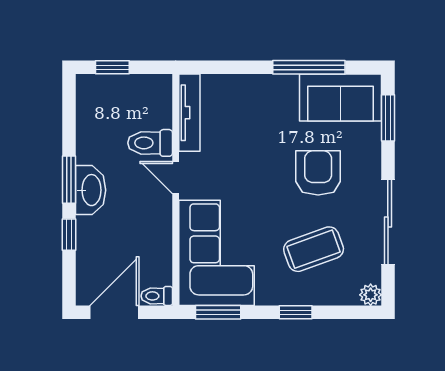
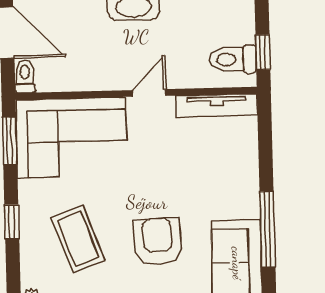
window: (112, 67) -> (263, 52), moved
toilet: (150, 143) -> (233, 59), moved, turned -90
armchair: (318, 173) -> (158, 241), turned -93

